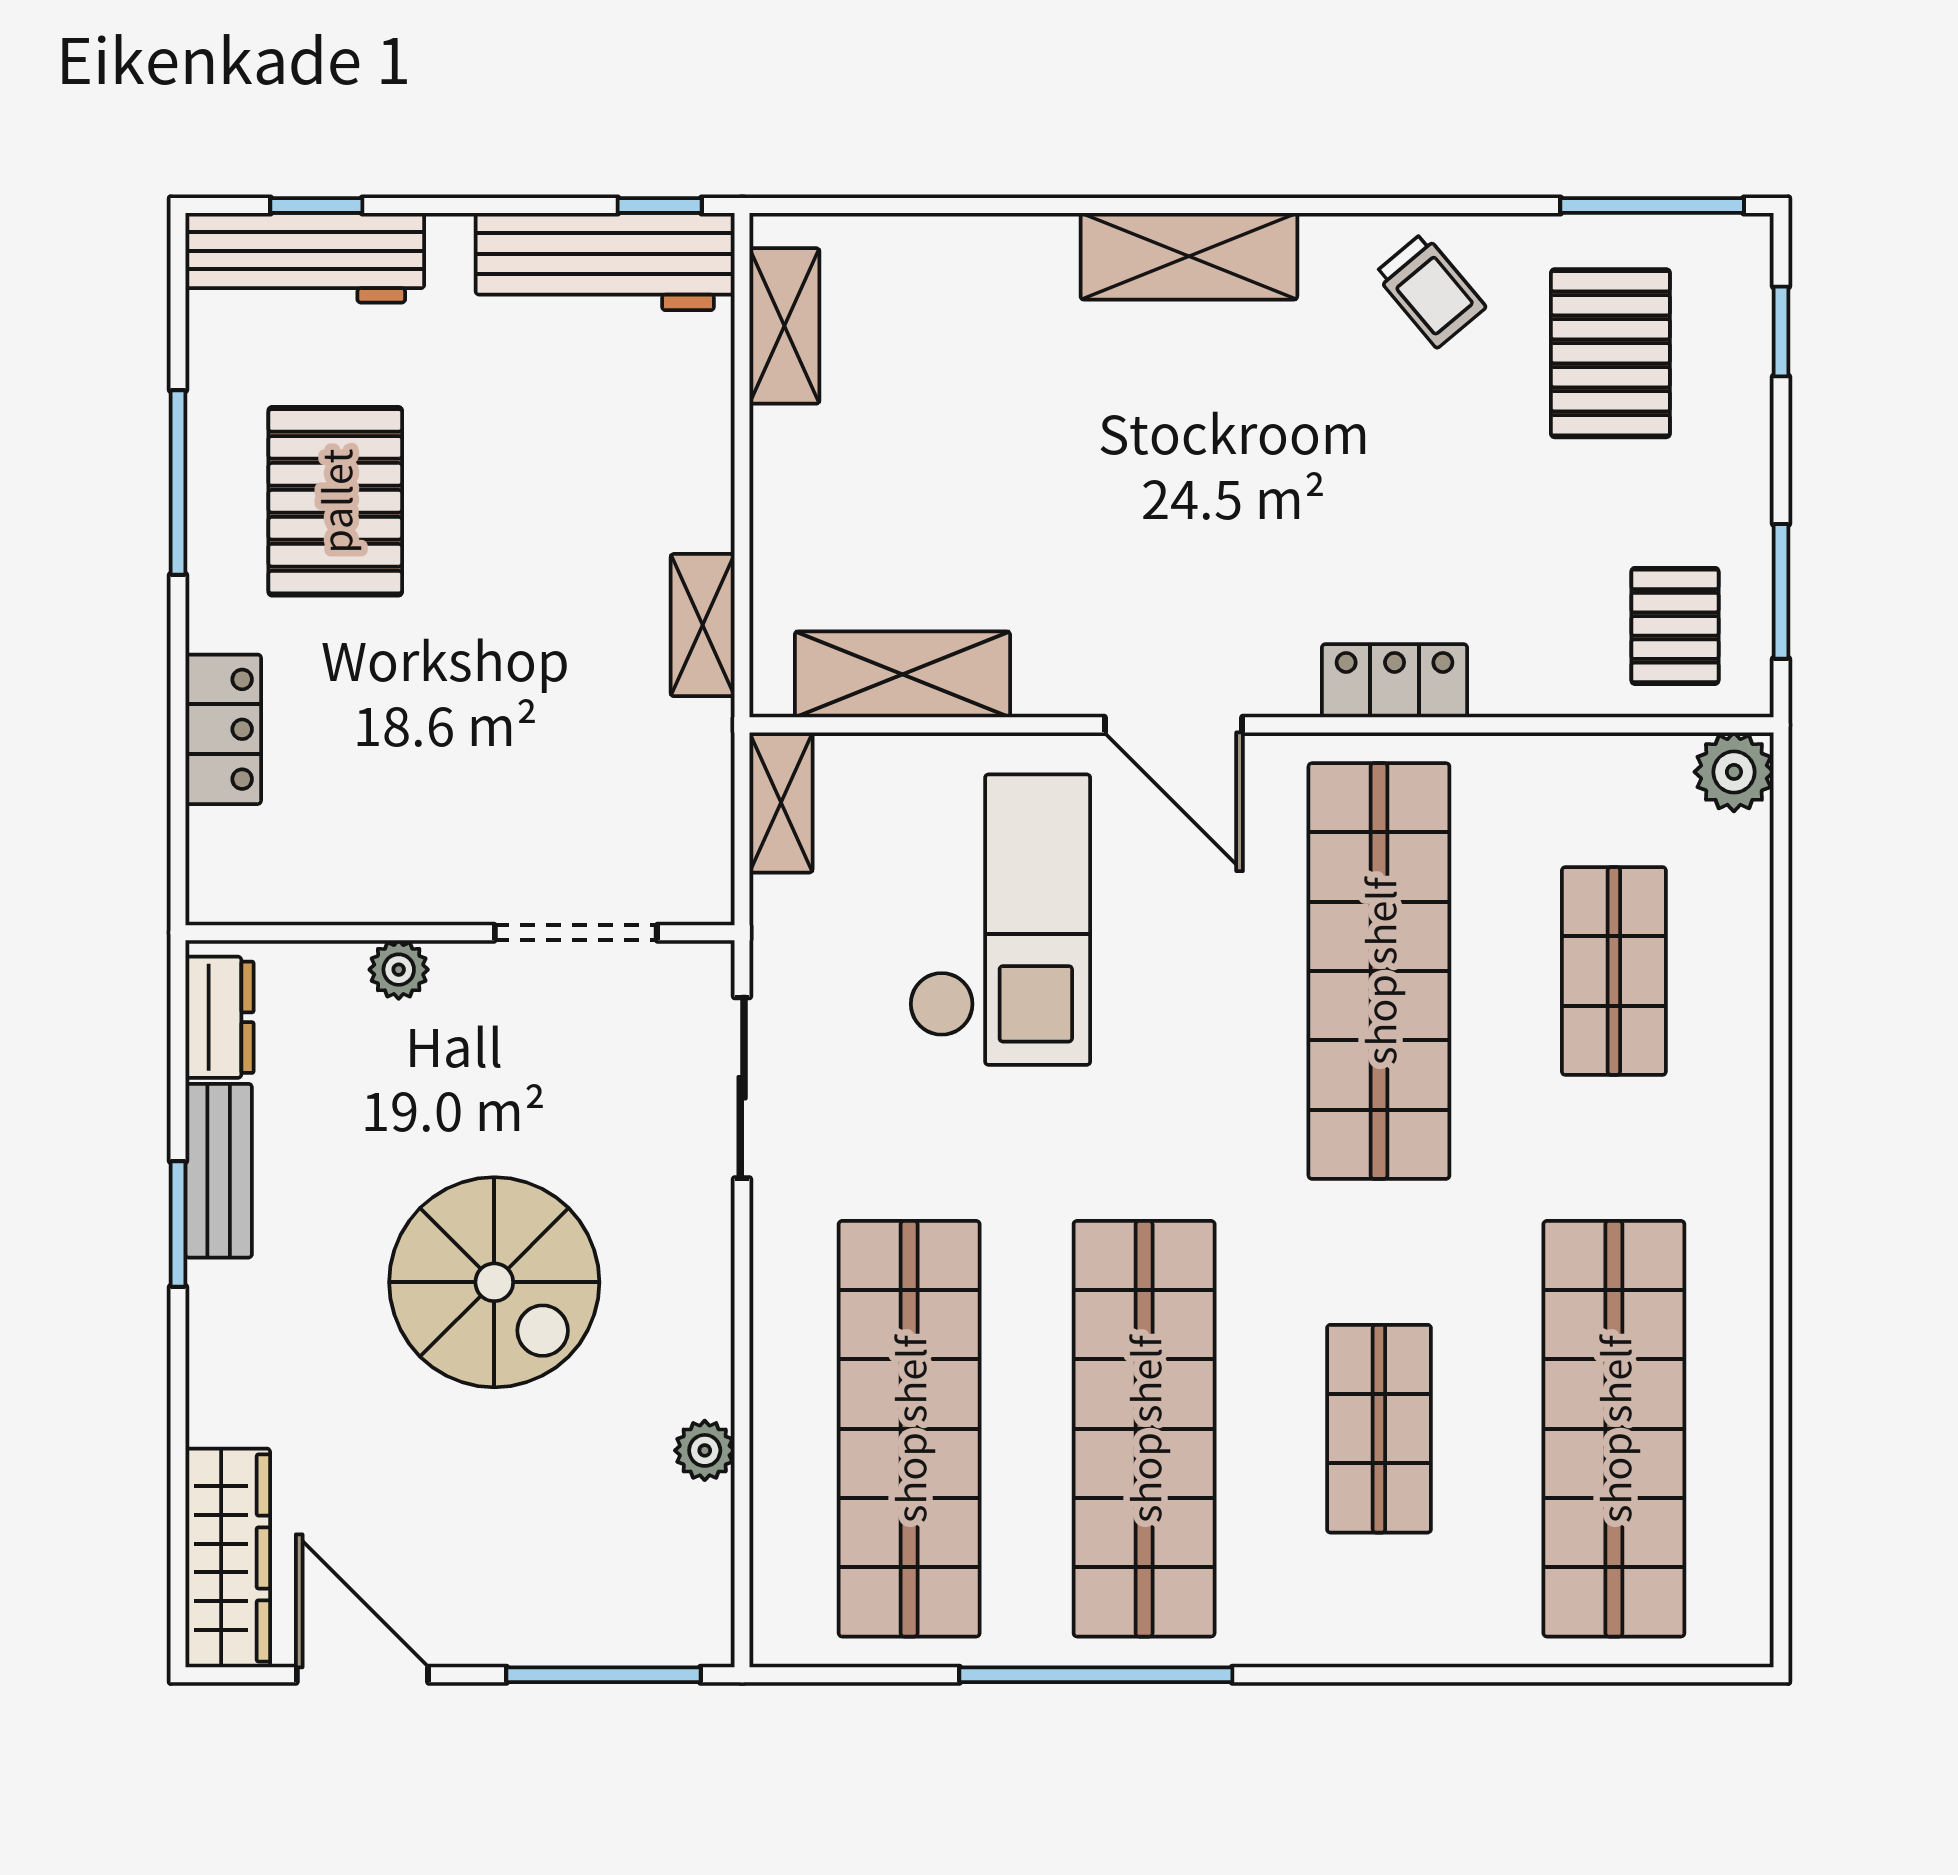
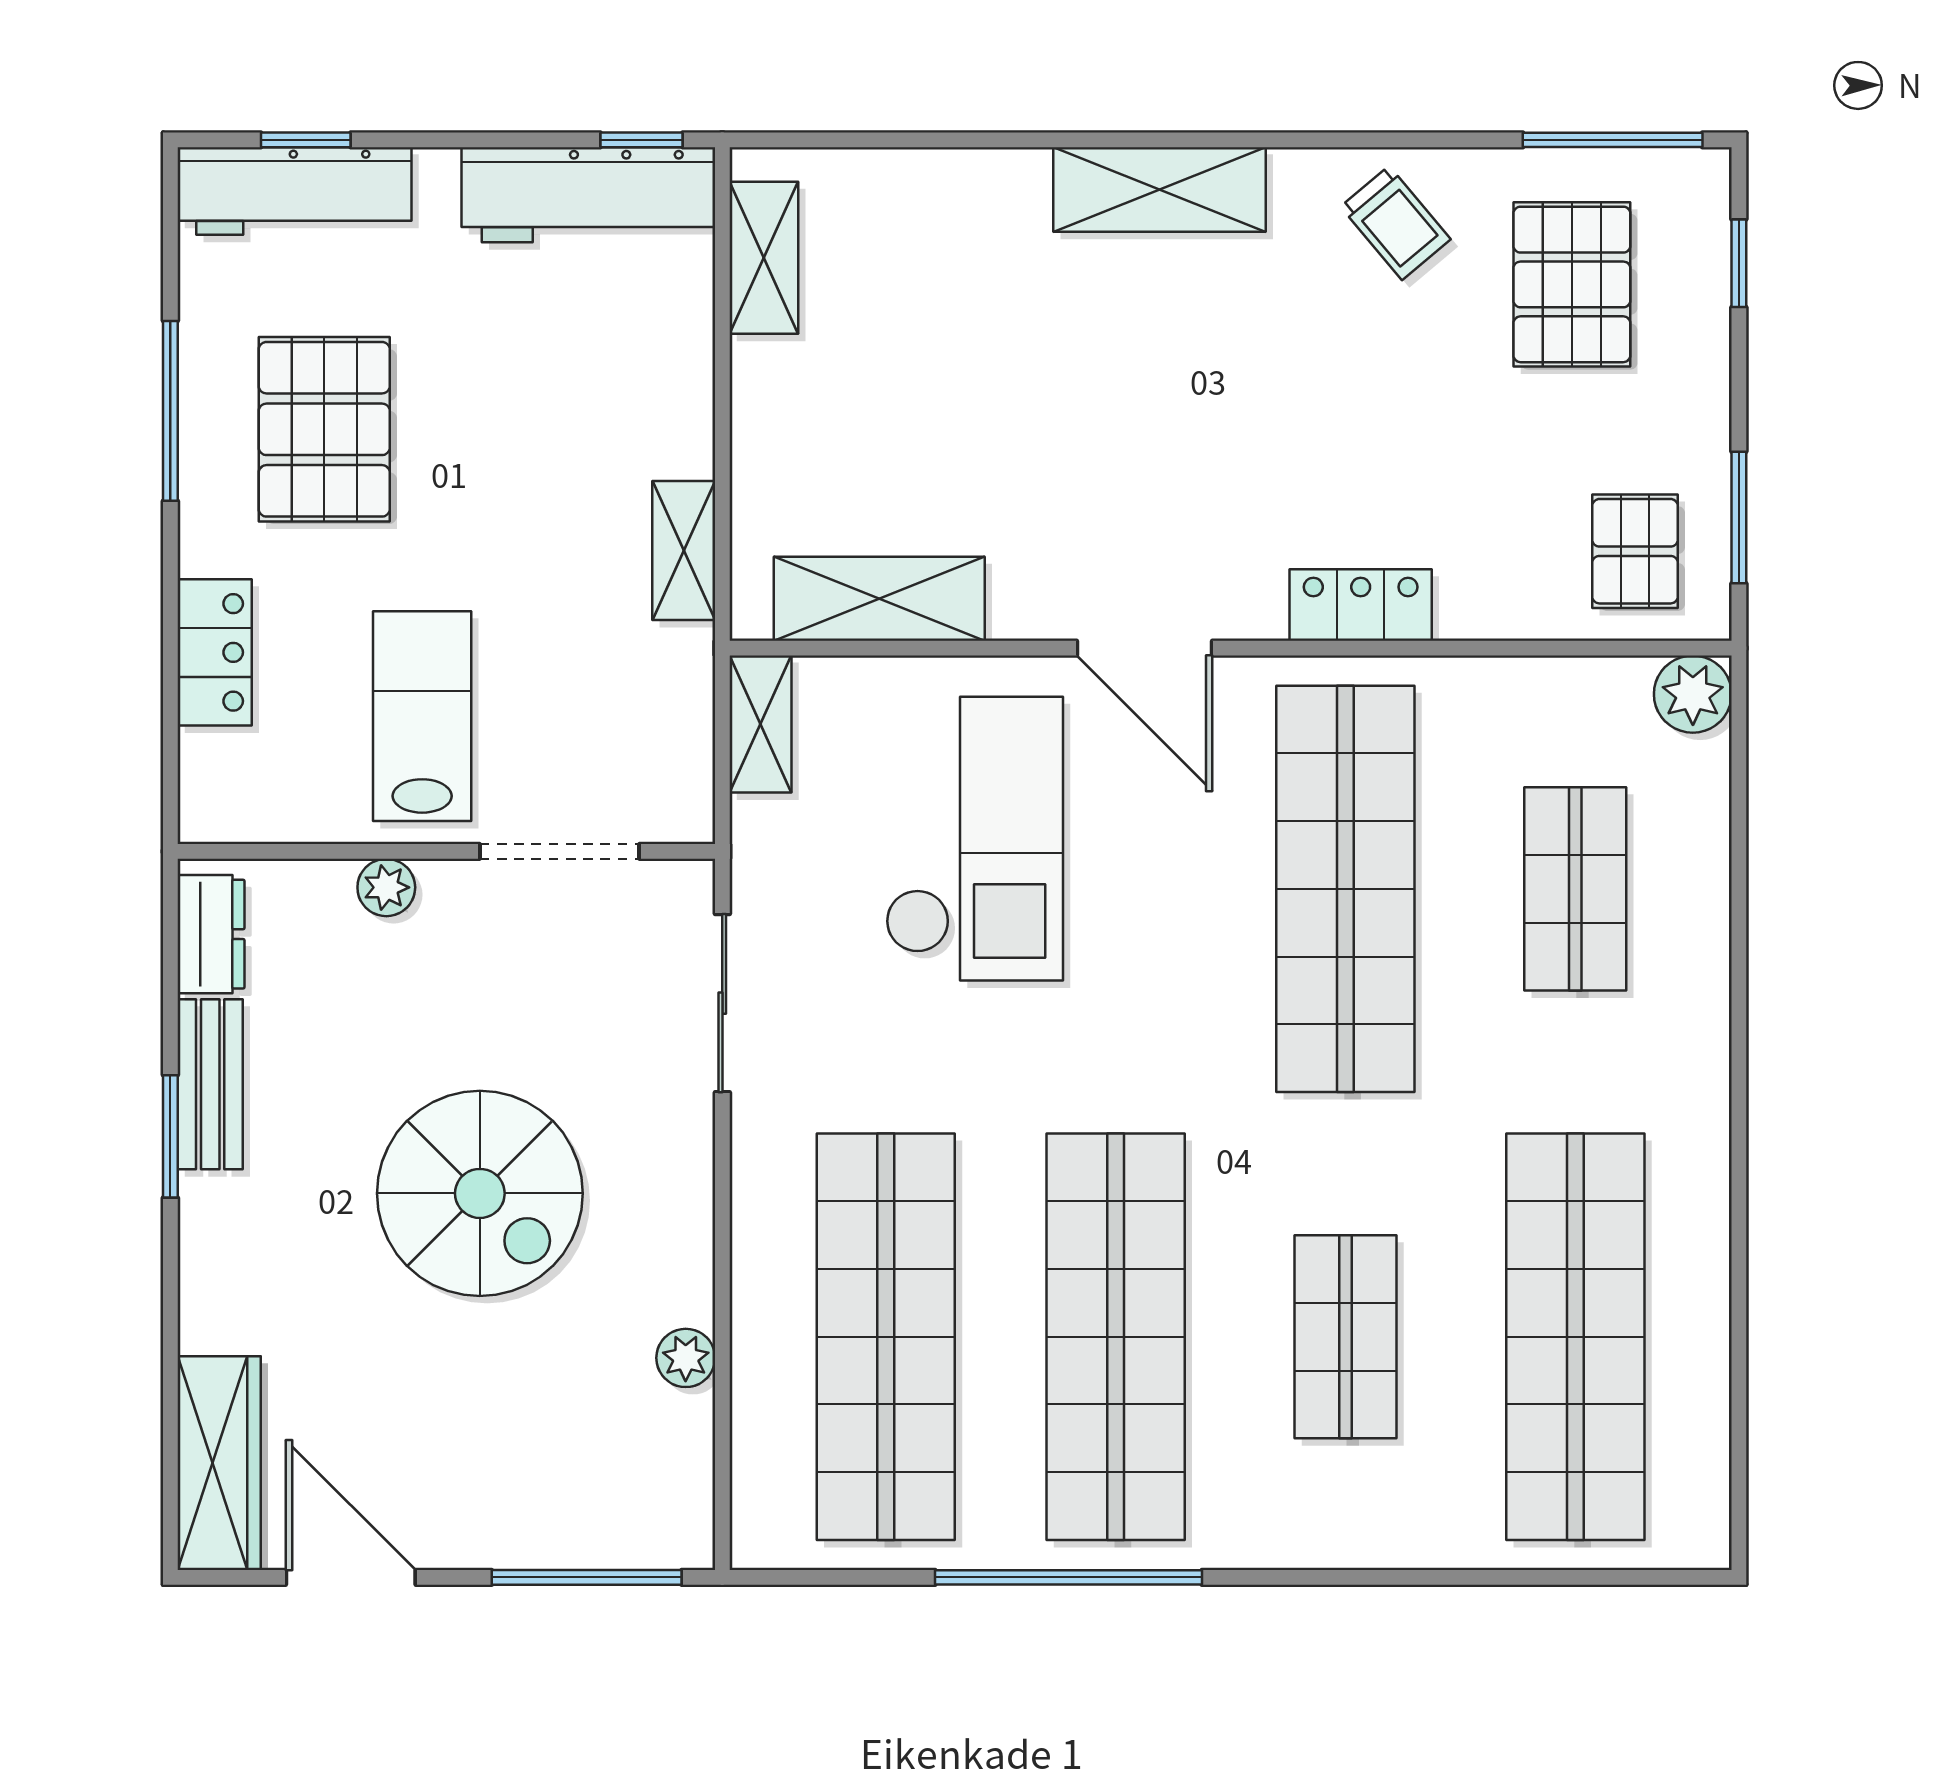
lab bench: (435, 794) -> (422, 716), added

